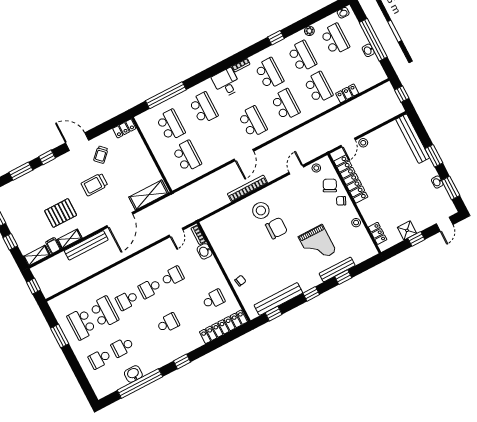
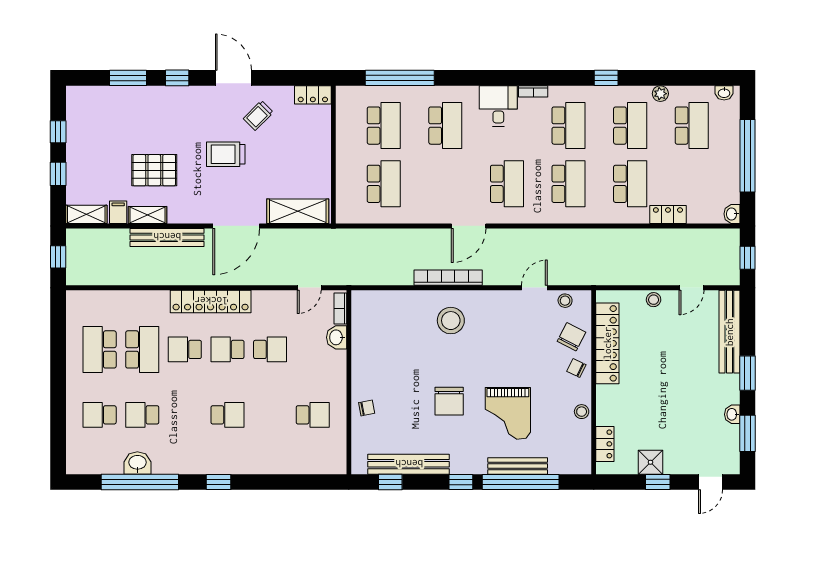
washbasin: (368, 50) -> (732, 214), moved
door: (348, 143) -> (691, 288), moved
chair: (276, 228) -> (449, 401), moved, turned 90
window: (343, 277) -> (521, 482), width x3.17
locker: (223, 327) -> (211, 301), moved, turned 180
window: (60, 336) -> (58, 350), removed

